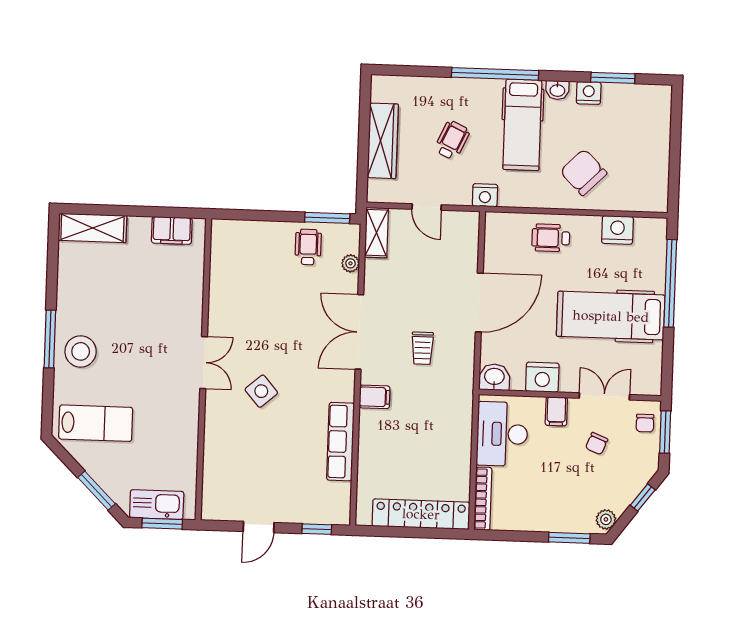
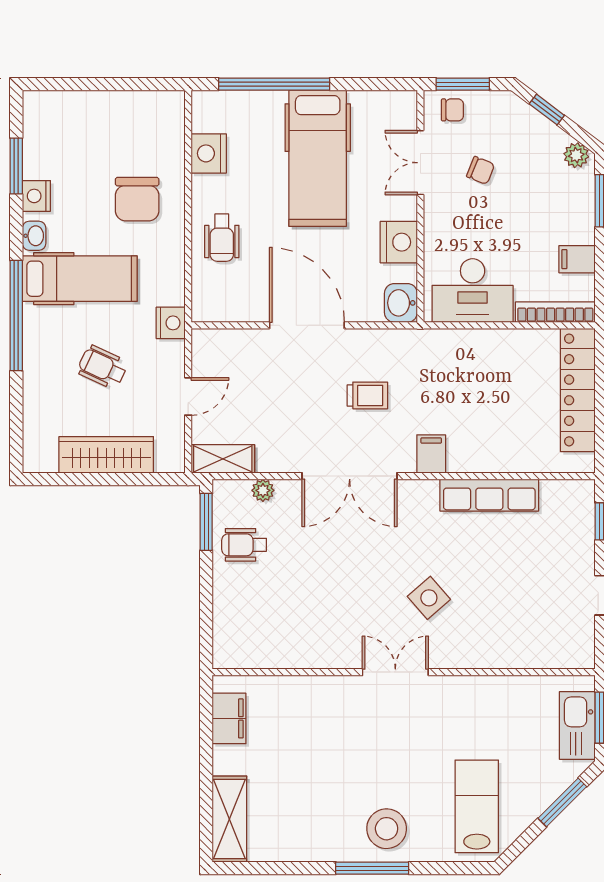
chair: (583, 172) -> (137, 199), turned -45
filing cabinet: (556, 411) -> (577, 259), moved, turned 180

